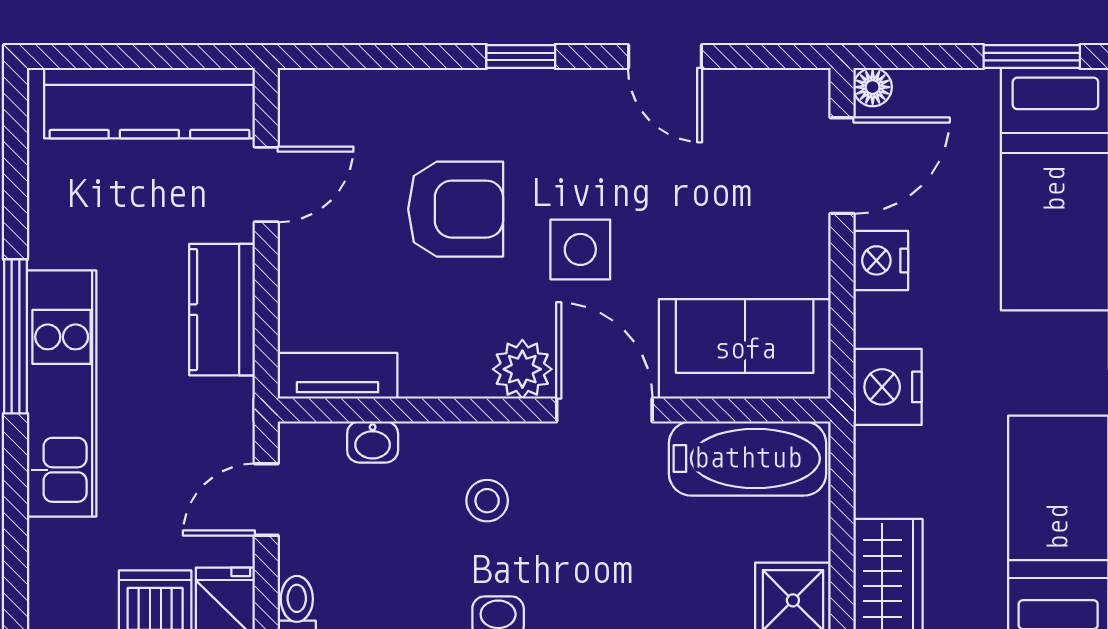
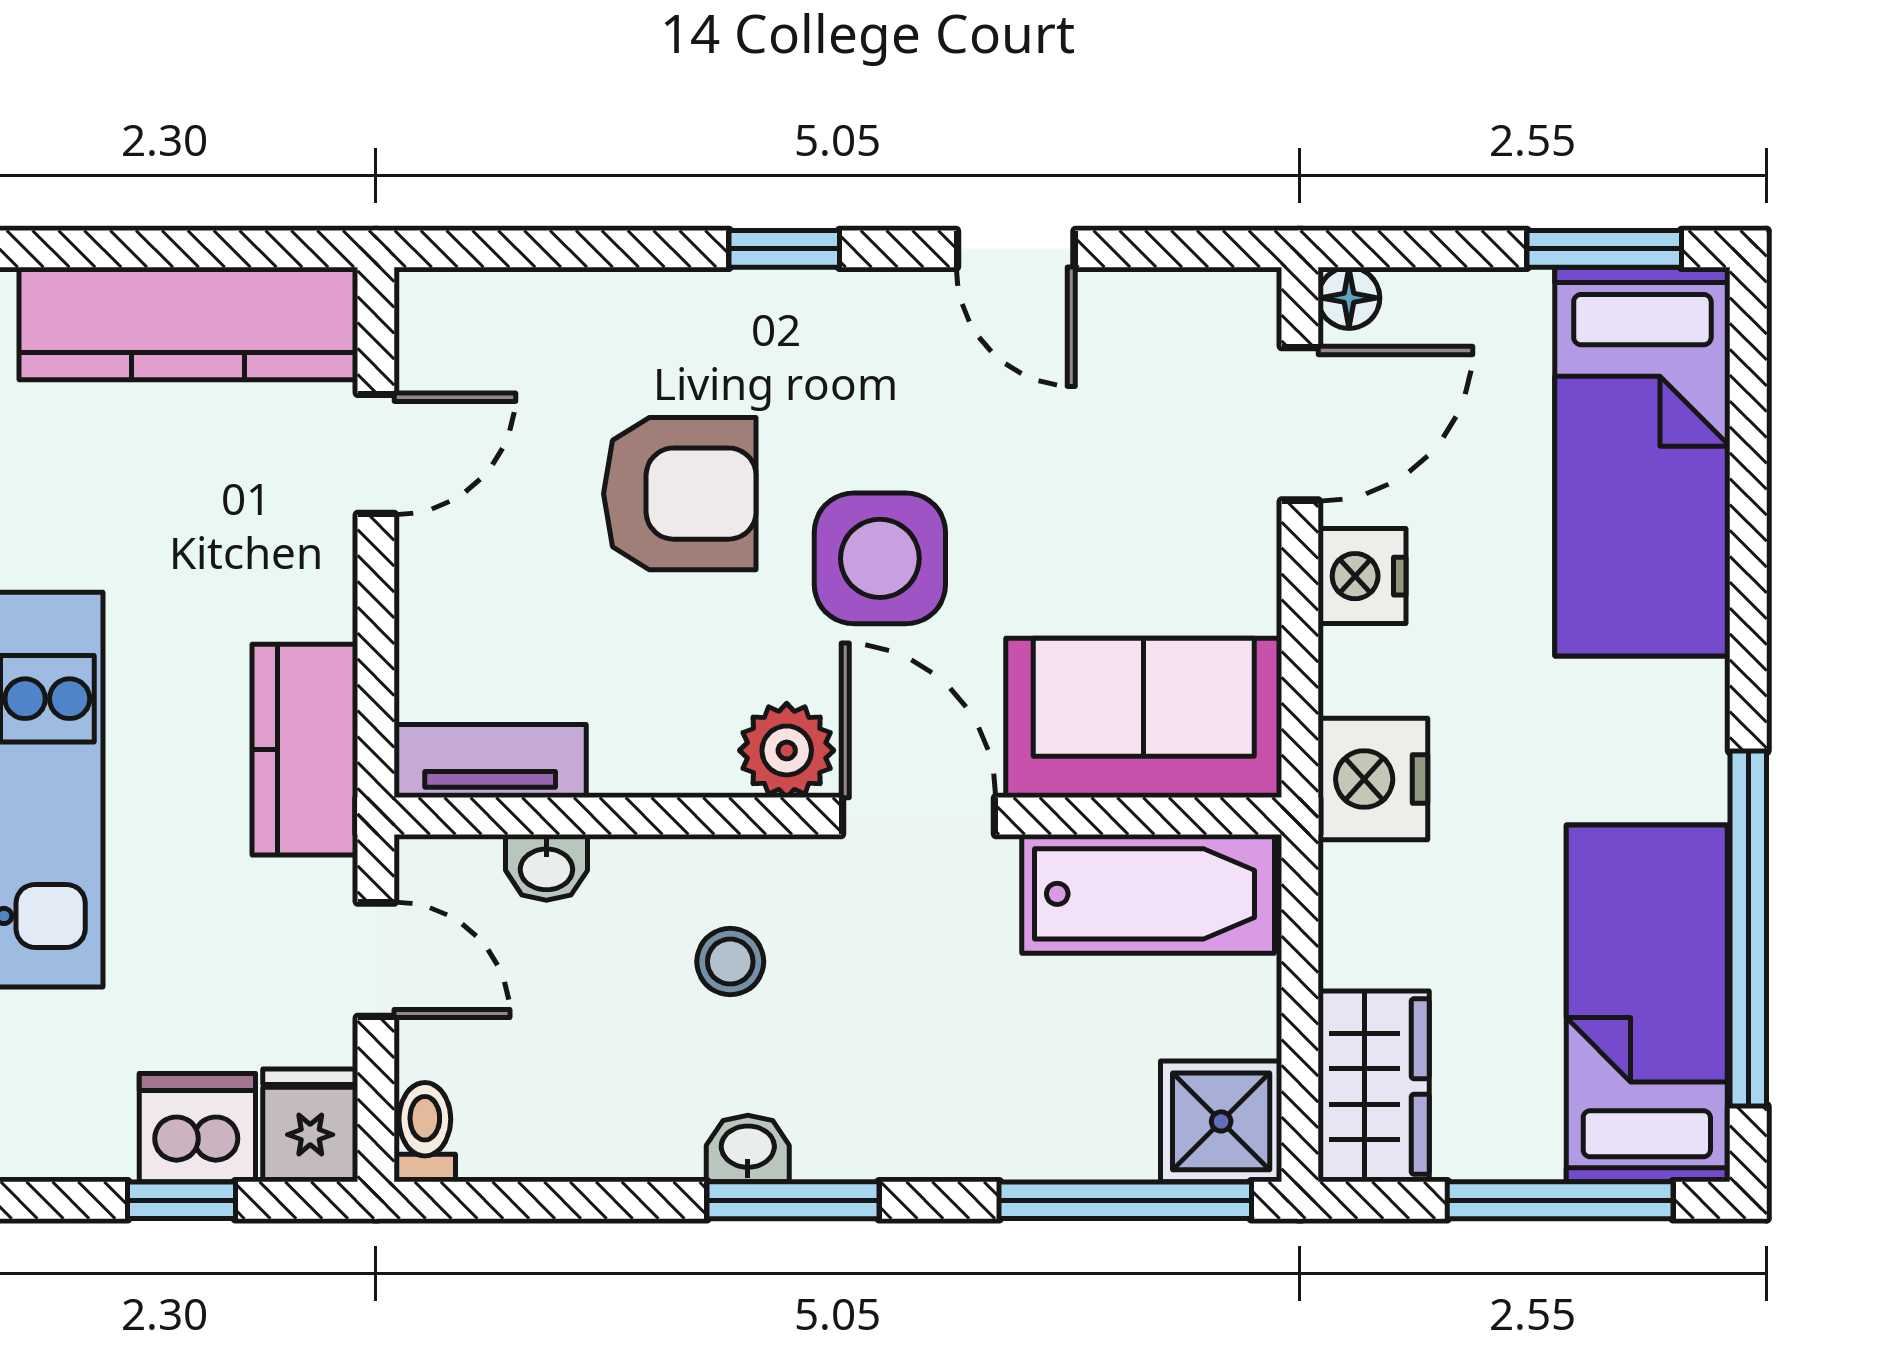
side table: (580, 249) -> (880, 558), width x1.37, depth x1.37
kitchen counter: (222, 310) -> (305, 750), moved
door: (266, 500) -> (376, 960), swing flipped

